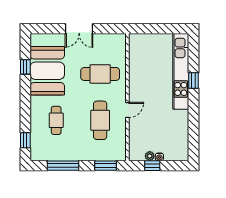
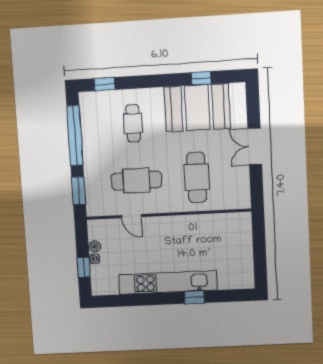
kitchen unit: (181, 71) -> (168, 282), moved
door: (127, 110) -> (131, 216), moved
cafe table: (56, 120) -> (133, 123), turned 90
window: (63, 166) -> (75, 136), width x1.46
window: (152, 166) -> (84, 267), moved

